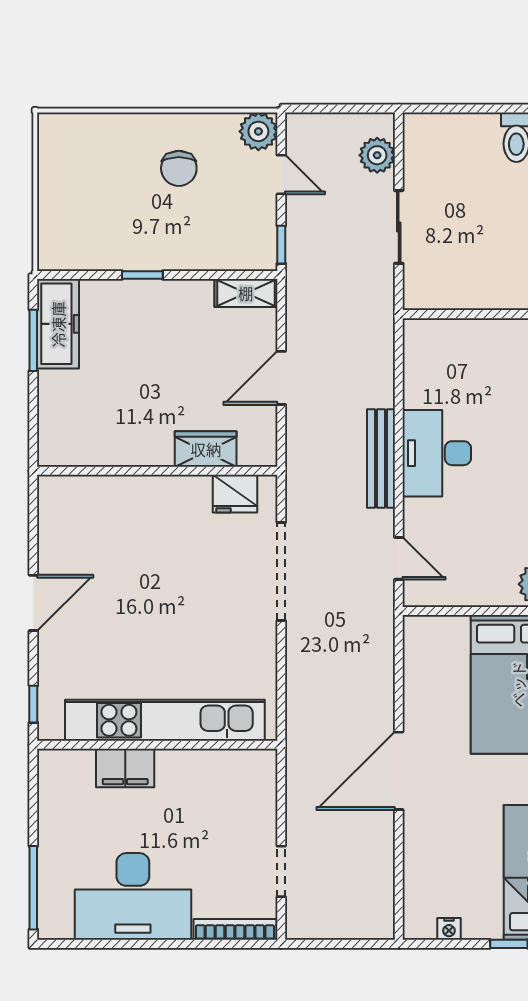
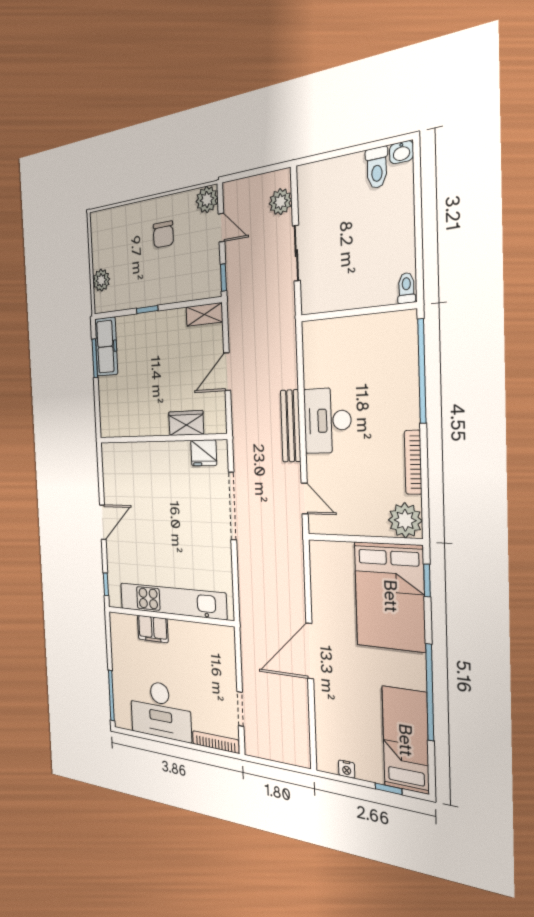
plant: (55, 220) -> (101, 280), added

